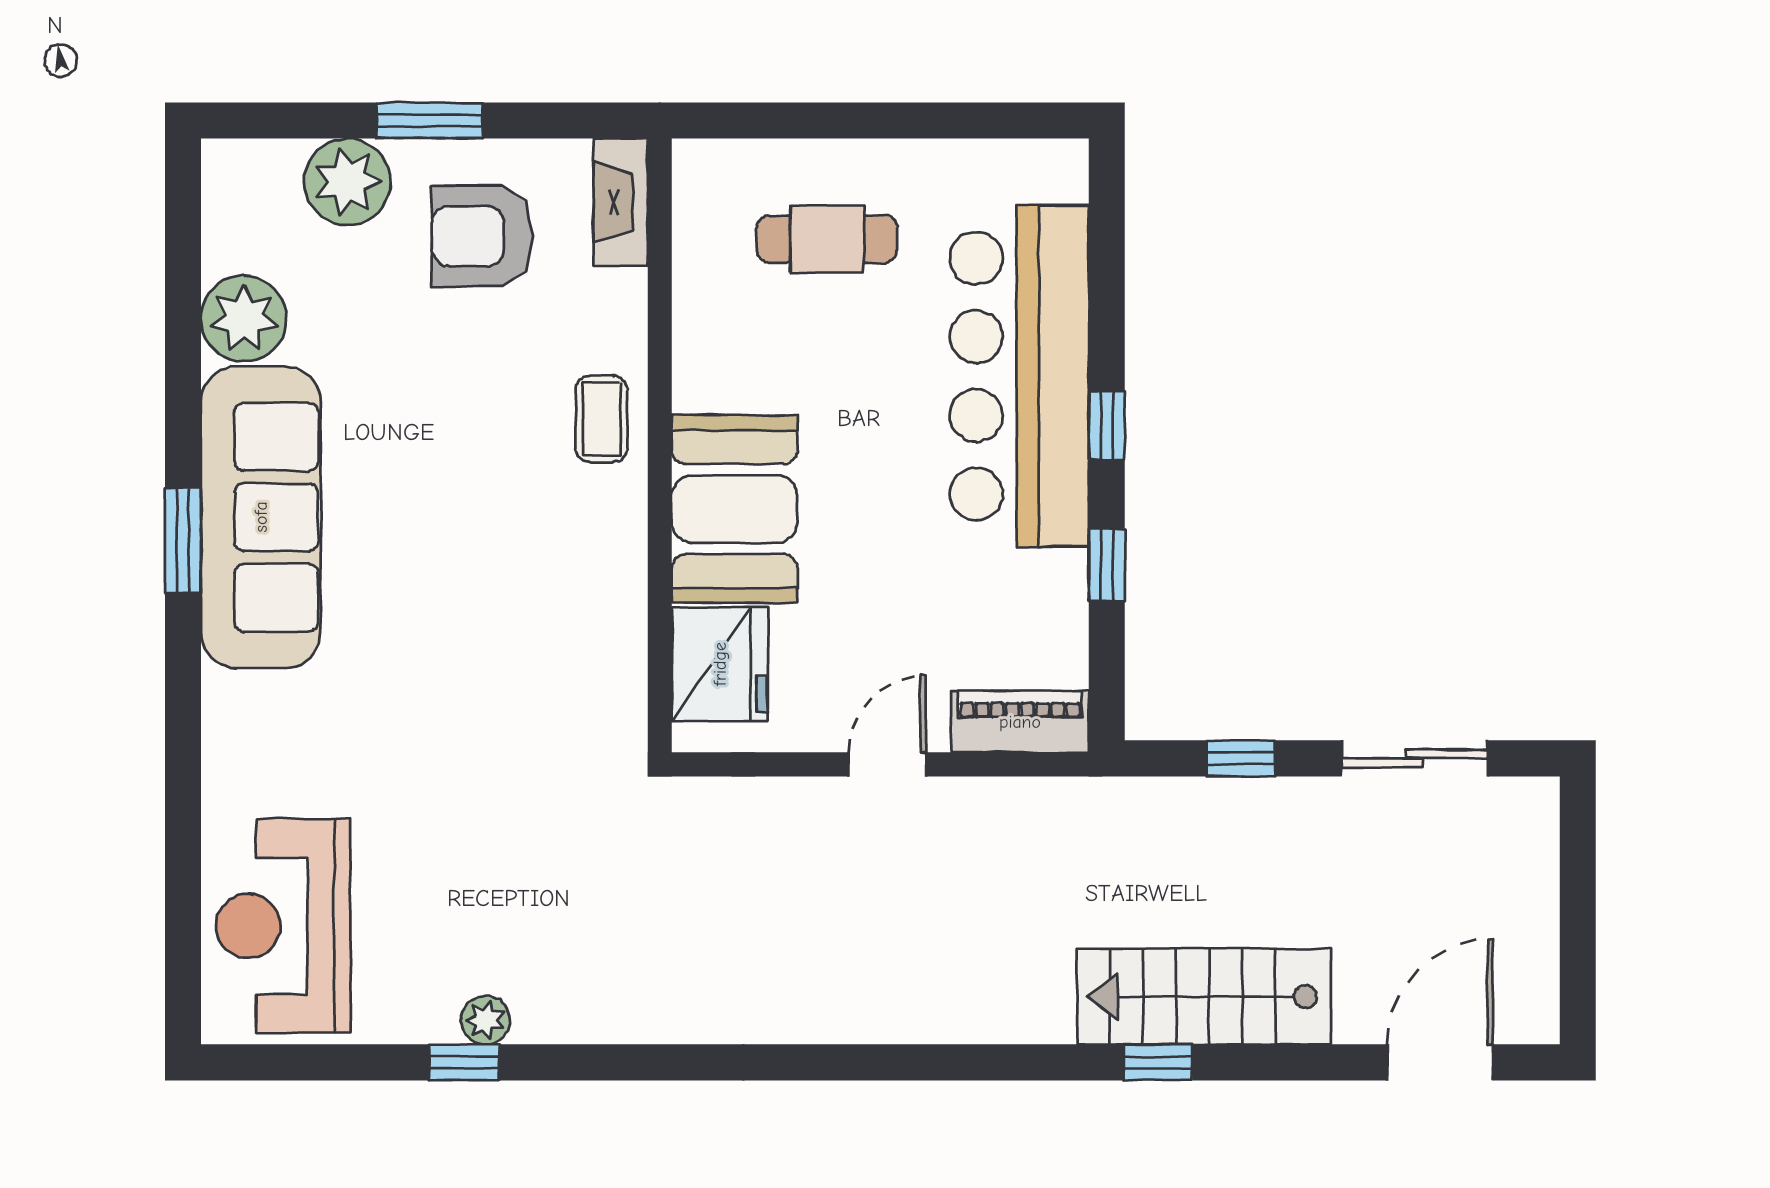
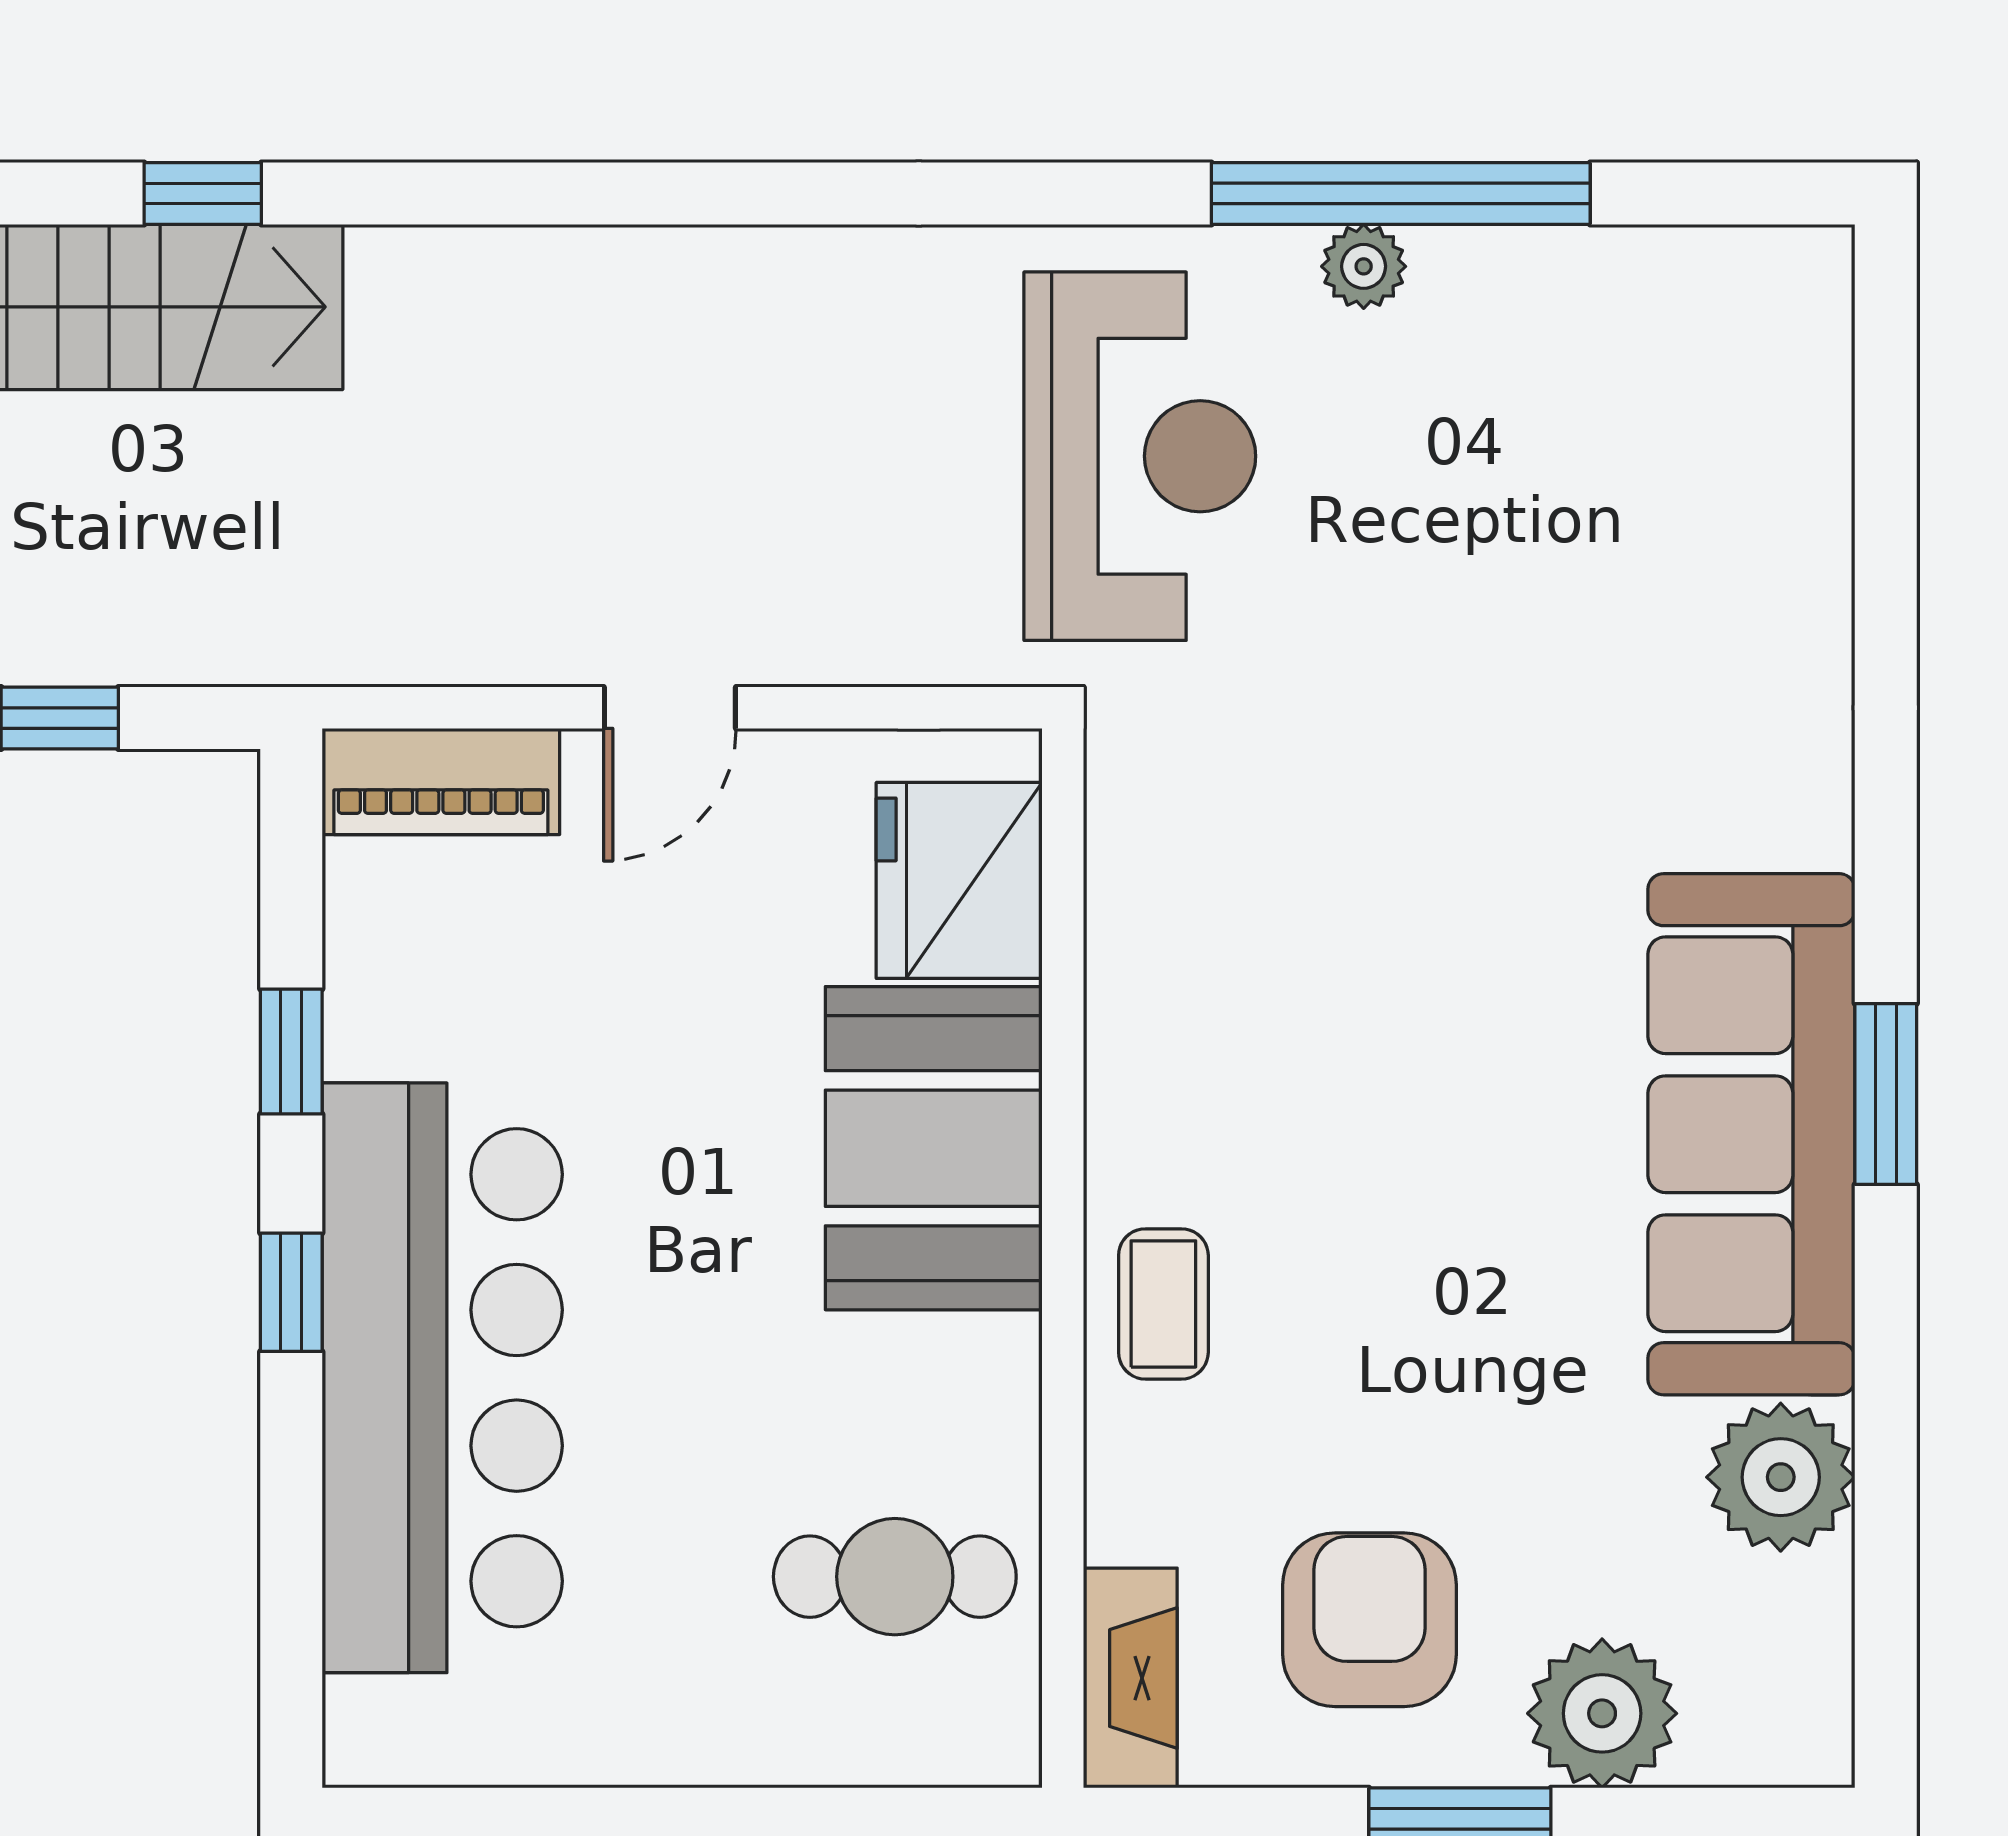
armchair: (482, 236) -> (1370, 1620), turned -90
cafe table: (827, 239) -> (895, 1577), moved
reception desk: (283, 926) -> (1140, 456), moved
window: (464, 1062) -> (1401, 193), width x3.17

